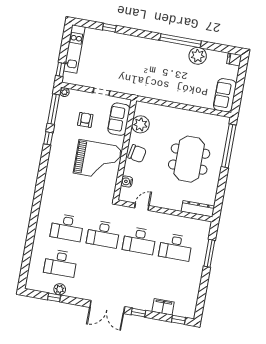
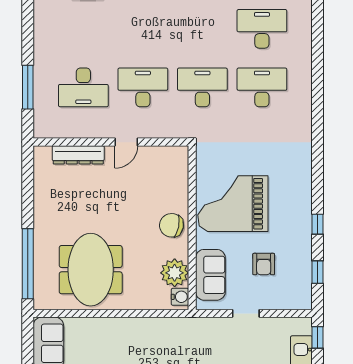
plant: (64, 92) -> (305, 302), removed
window: (53, 109) -> (318, 272), width x0.46
meeting table: (189, 159) -> (91, 270), moved
water cooler: (127, 182) -> (180, 297), moved
door: (142, 207) -> (126, 142), moved
dresser: (198, 209) -> (78, 155), moved
desk: (176, 247) -> (83, 87), turned 180

